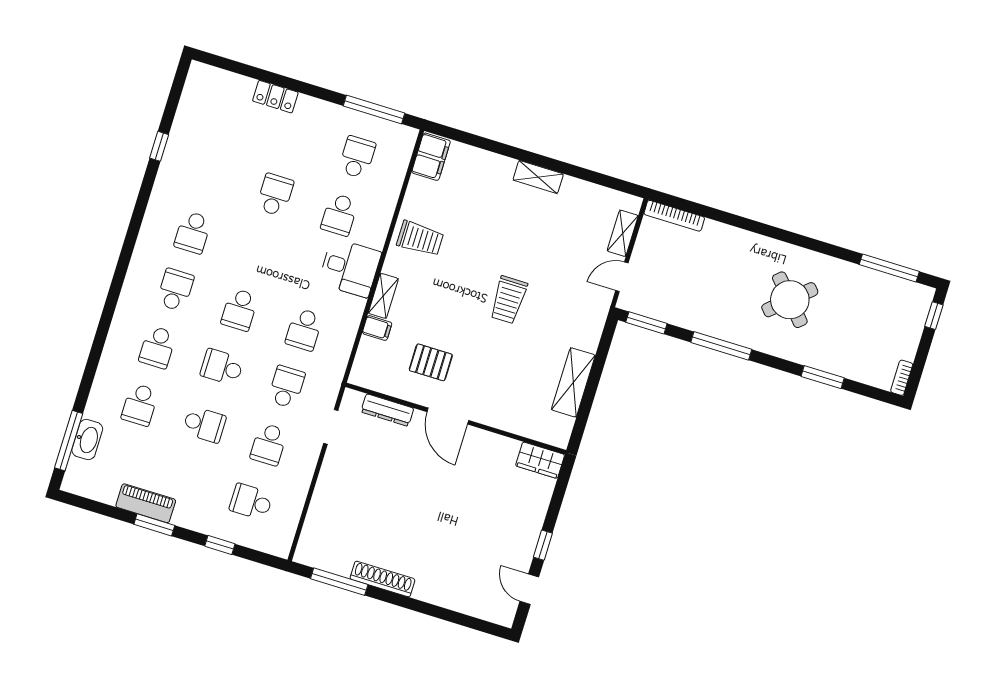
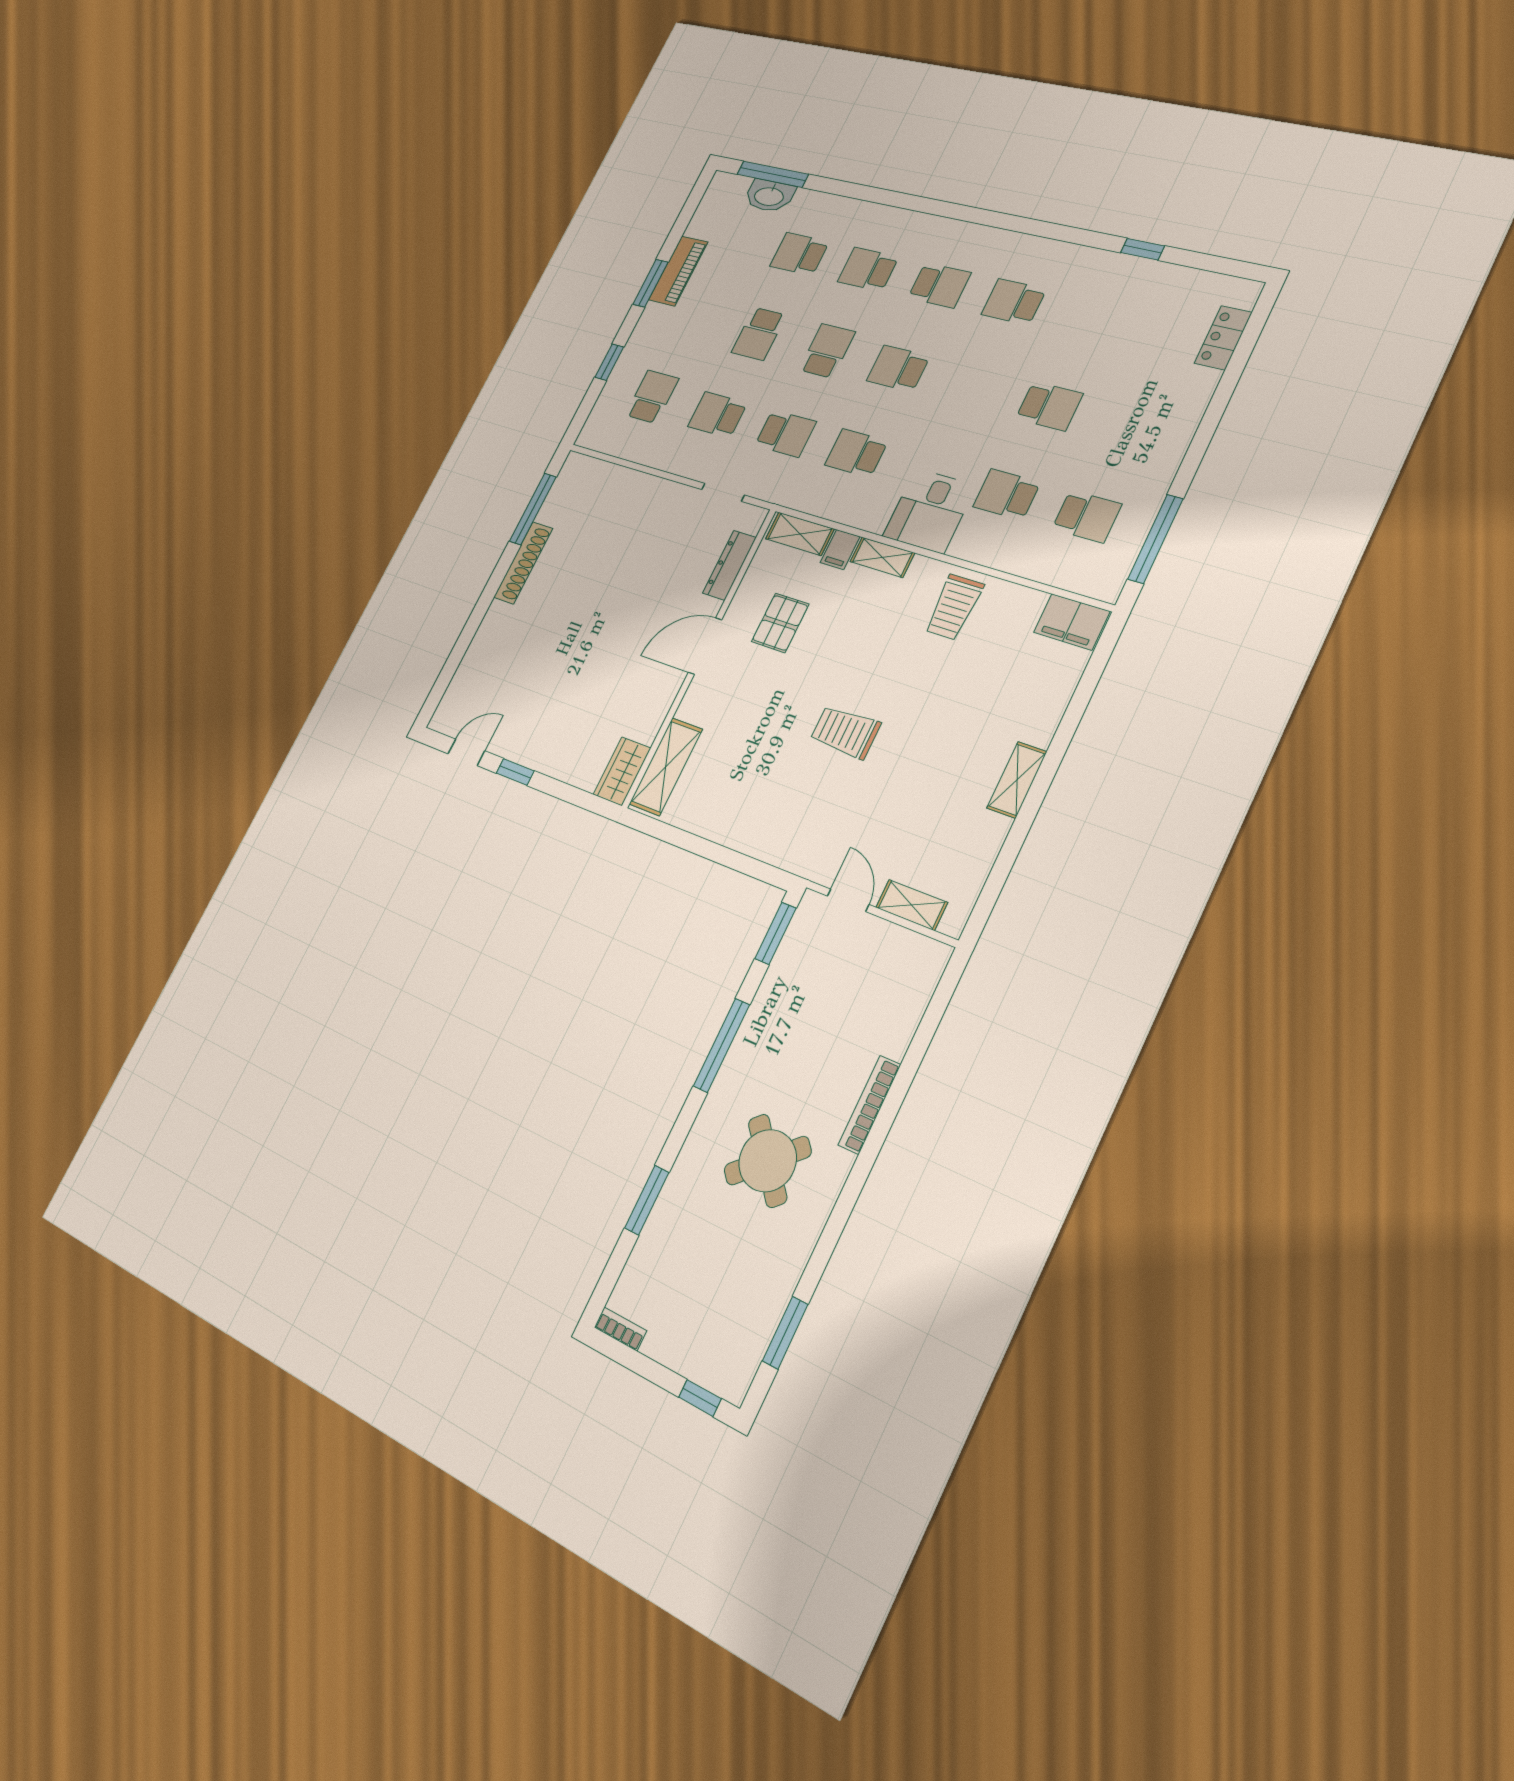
locker: (275, 97) -> (1223, 338), moved
bookcase: (674, 216) -> (869, 1105), moved
window: (889, 268) -> (785, 1333), width x0.69
shelving: (364, 361) -> (800, 534), added
shelving: (573, 382) -> (666, 767), moved, turned 90

